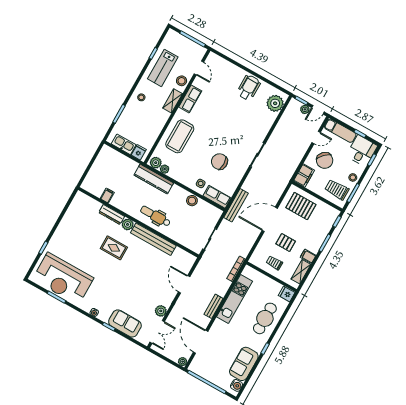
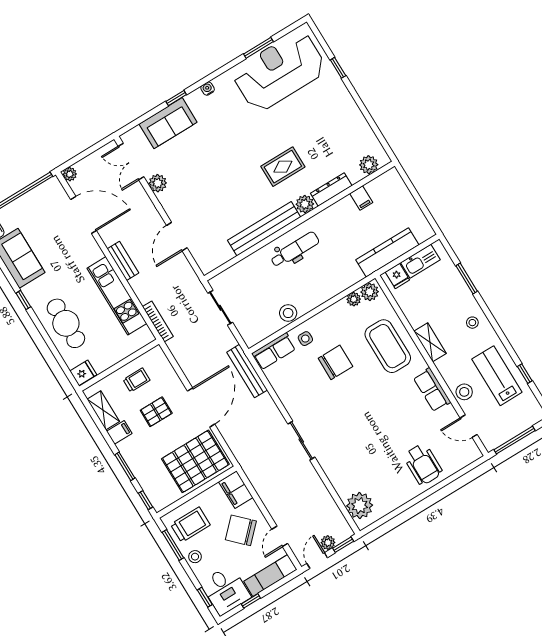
wheelchair: (249, 88) -> (423, 464), moved
shelving: (173, 101) -> (430, 342), moved
chair: (219, 162) -> (335, 362), moved
kitchen counter: (154, 179) -> (387, 252), moved
plant: (87, 202) -> (369, 165), added
pallet: (301, 206) -> (195, 461), width x1.37, depth x1.41
door: (184, 284) -> (177, 237), swing flipped

